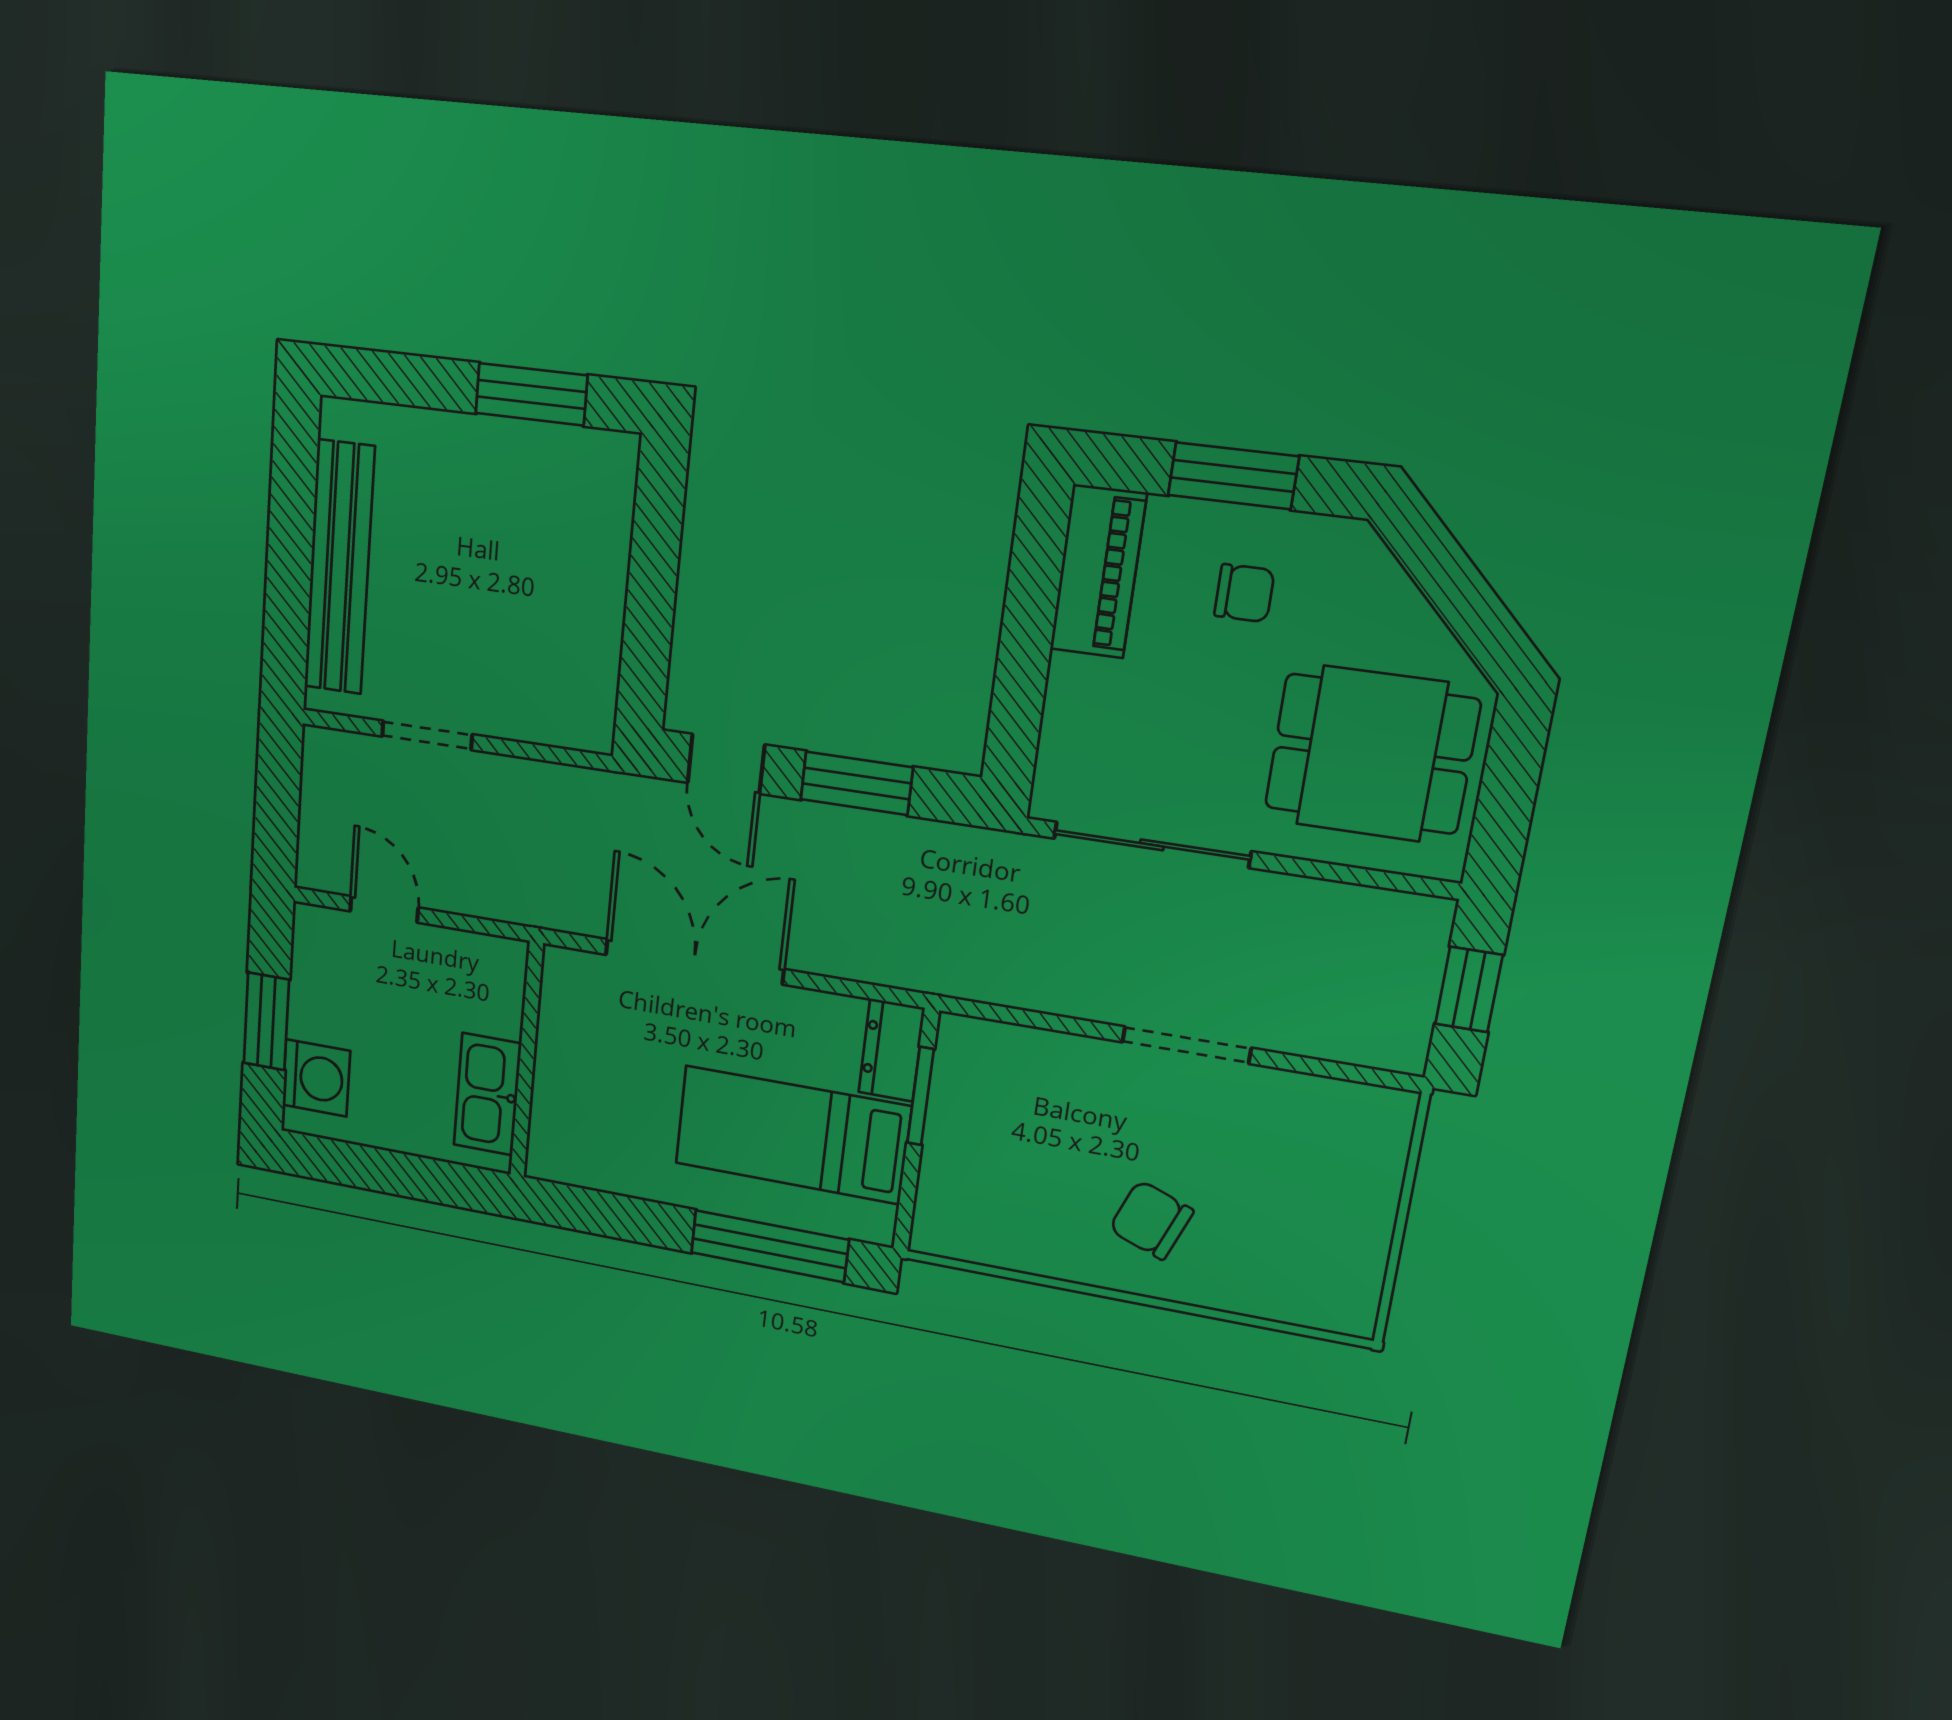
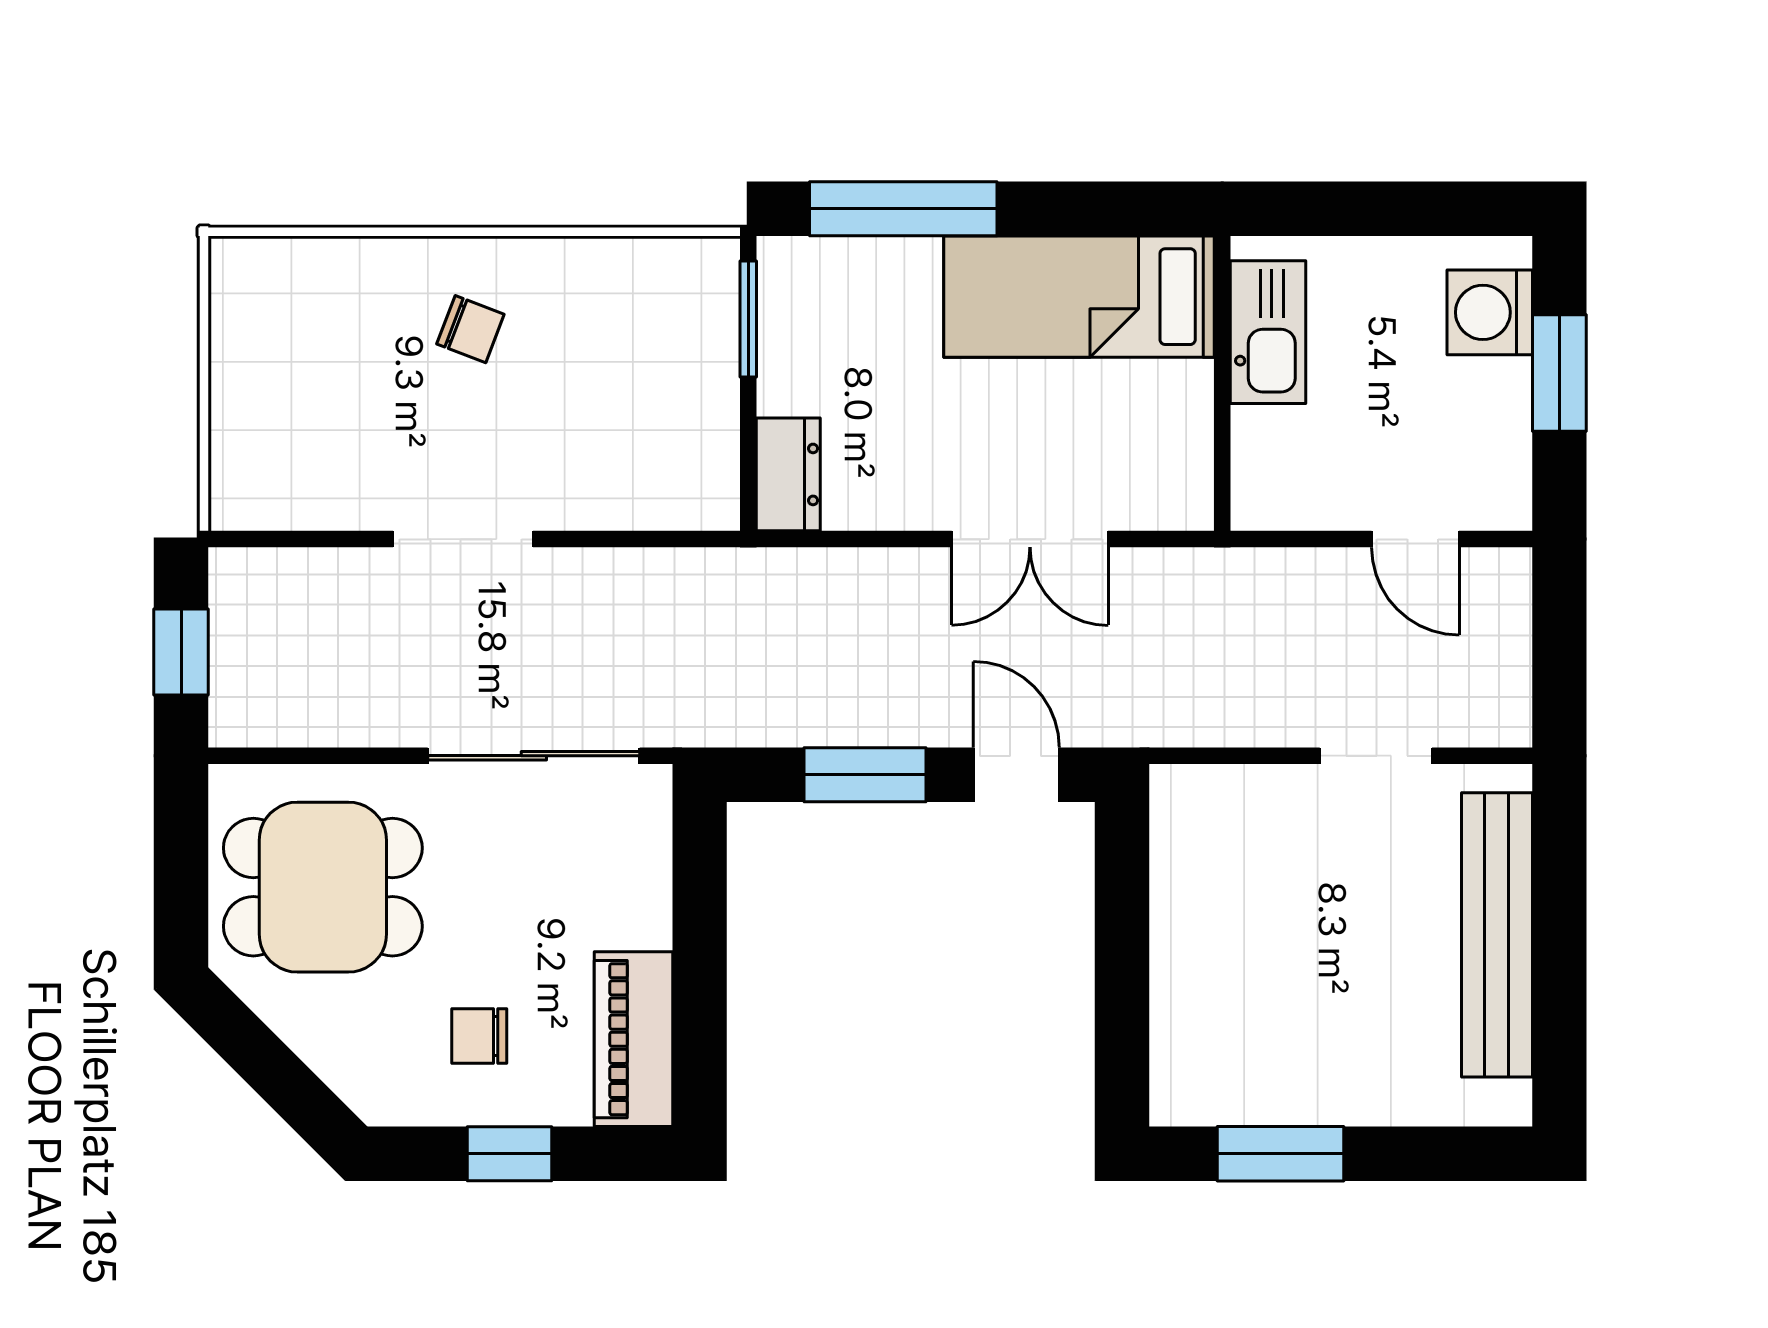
window: (1233, 476) -> (509, 1154), width x0.67
double door: (694, 962) -> (1030, 539), width x0.73
window: (921, 1096) -> (748, 319), moved
bed: (792, 1135) -> (1079, 297), moved, turned 180
chair: (1151, 1220) -> (470, 329), width x0.73, depth x0.73

